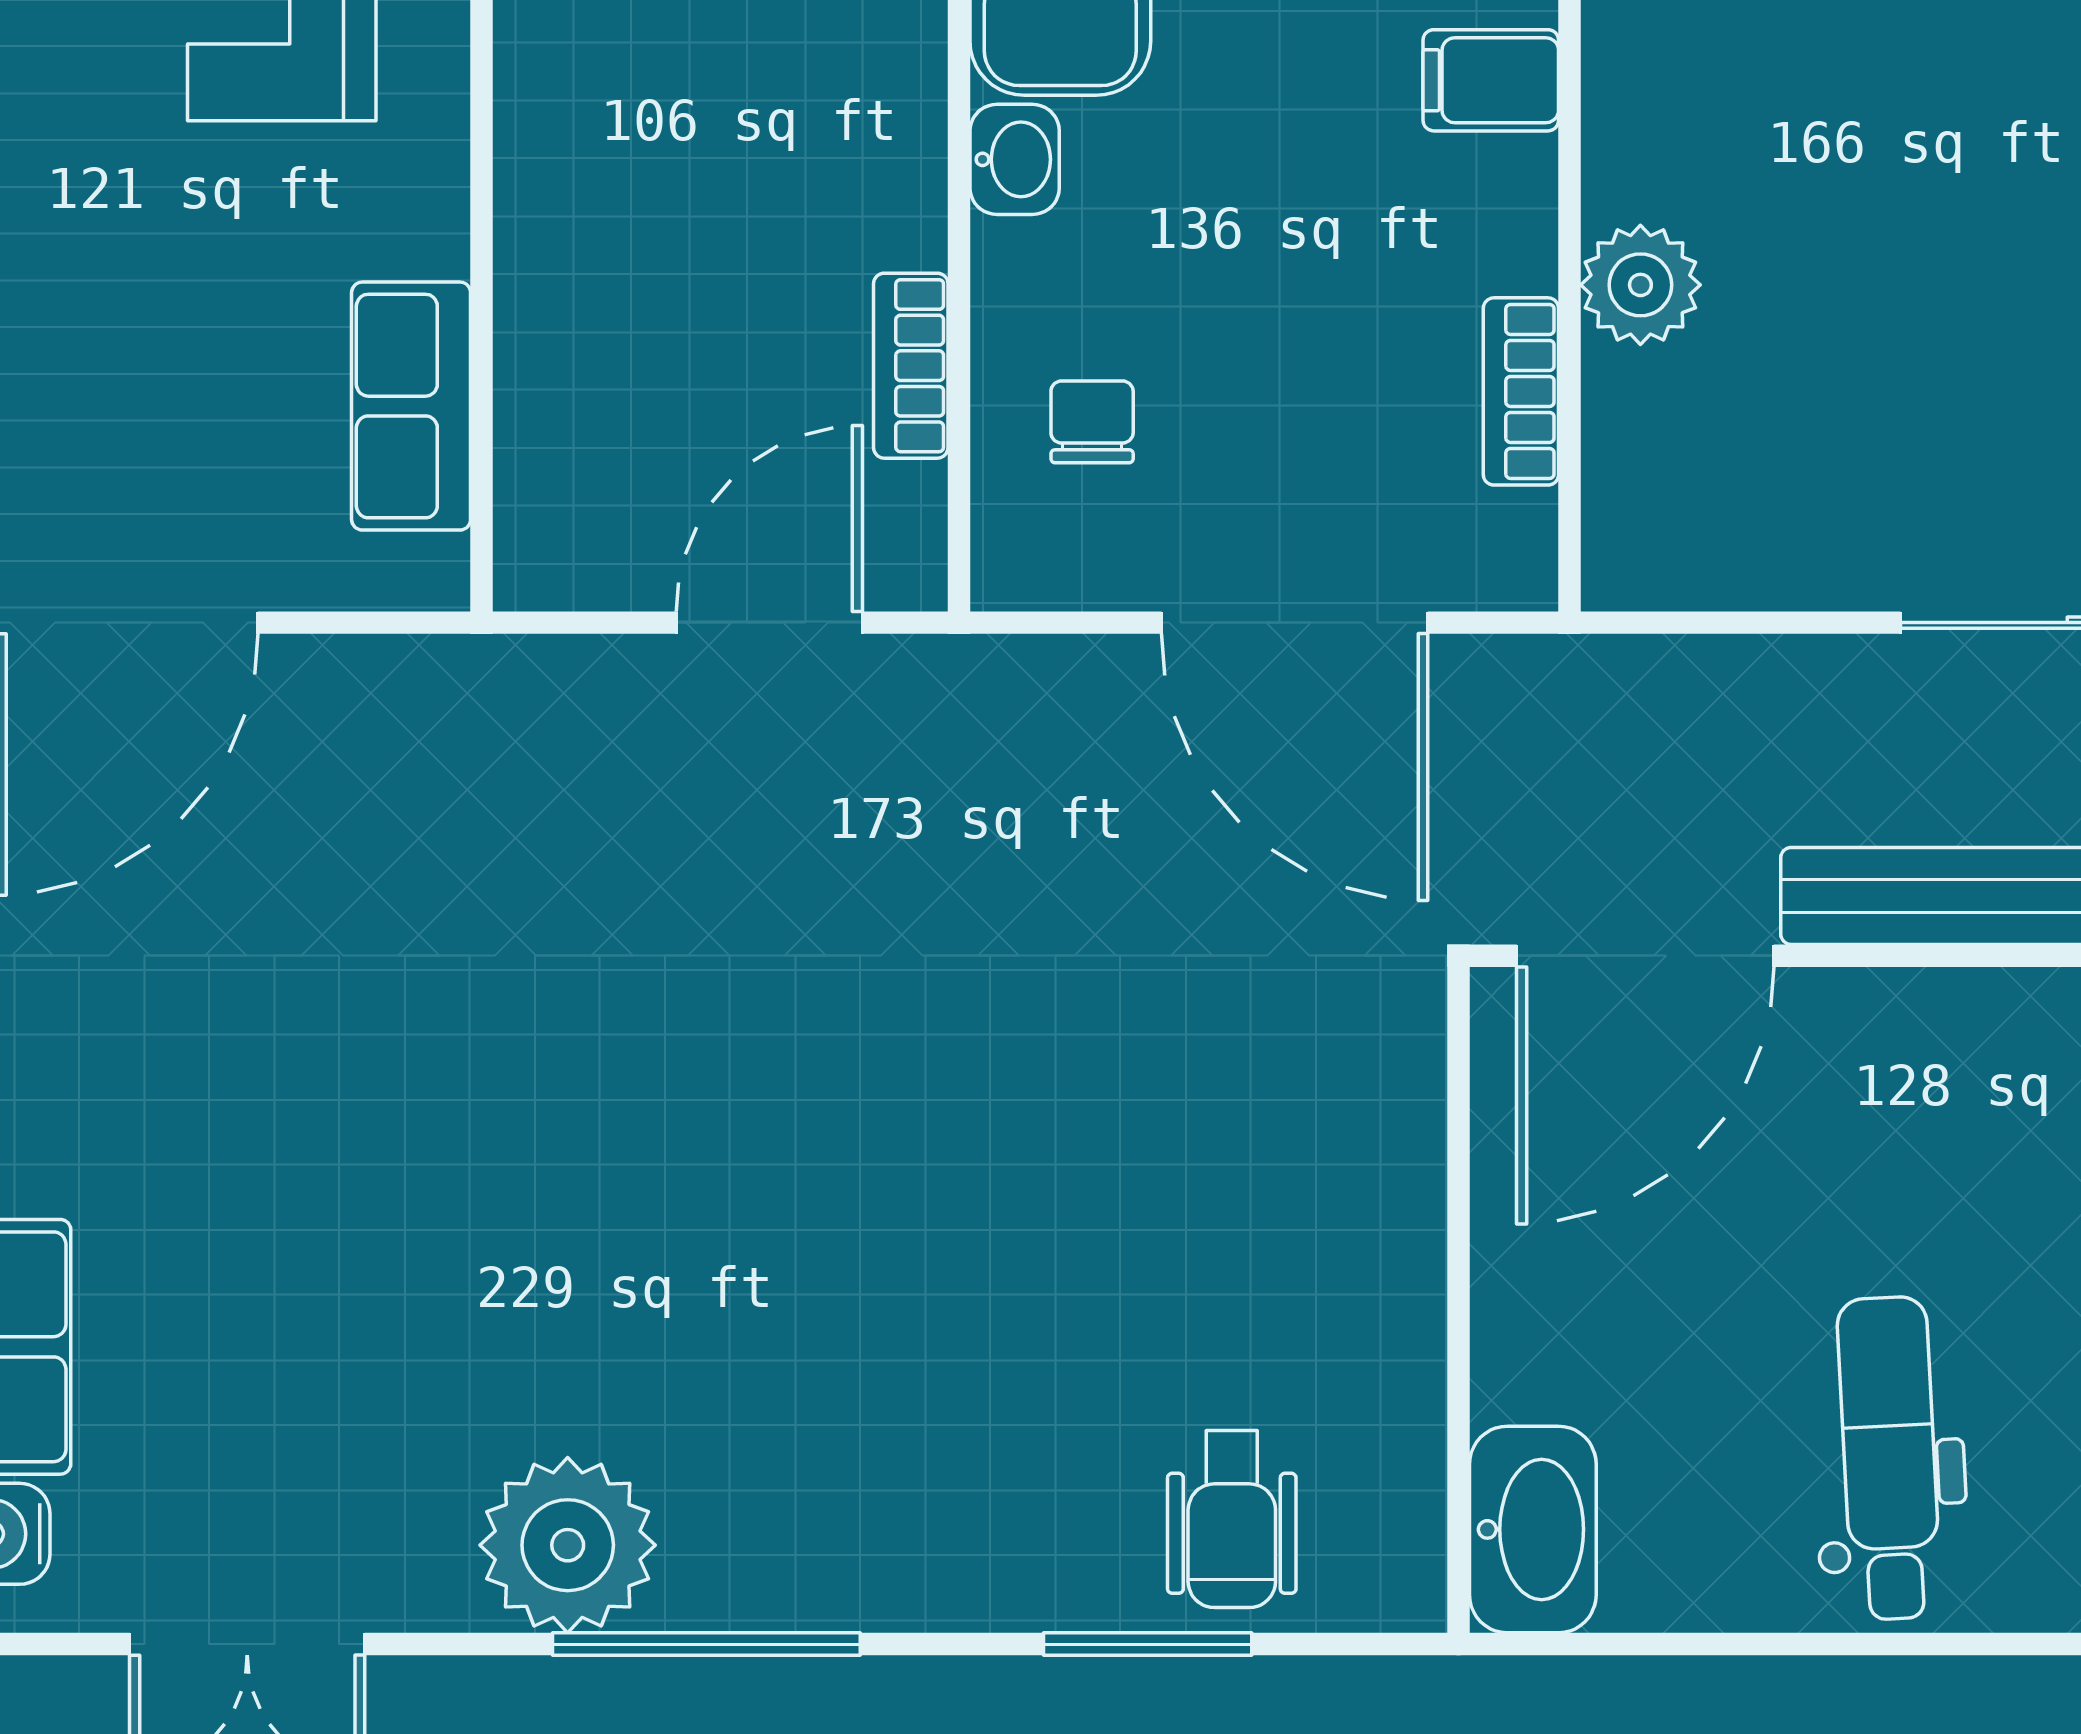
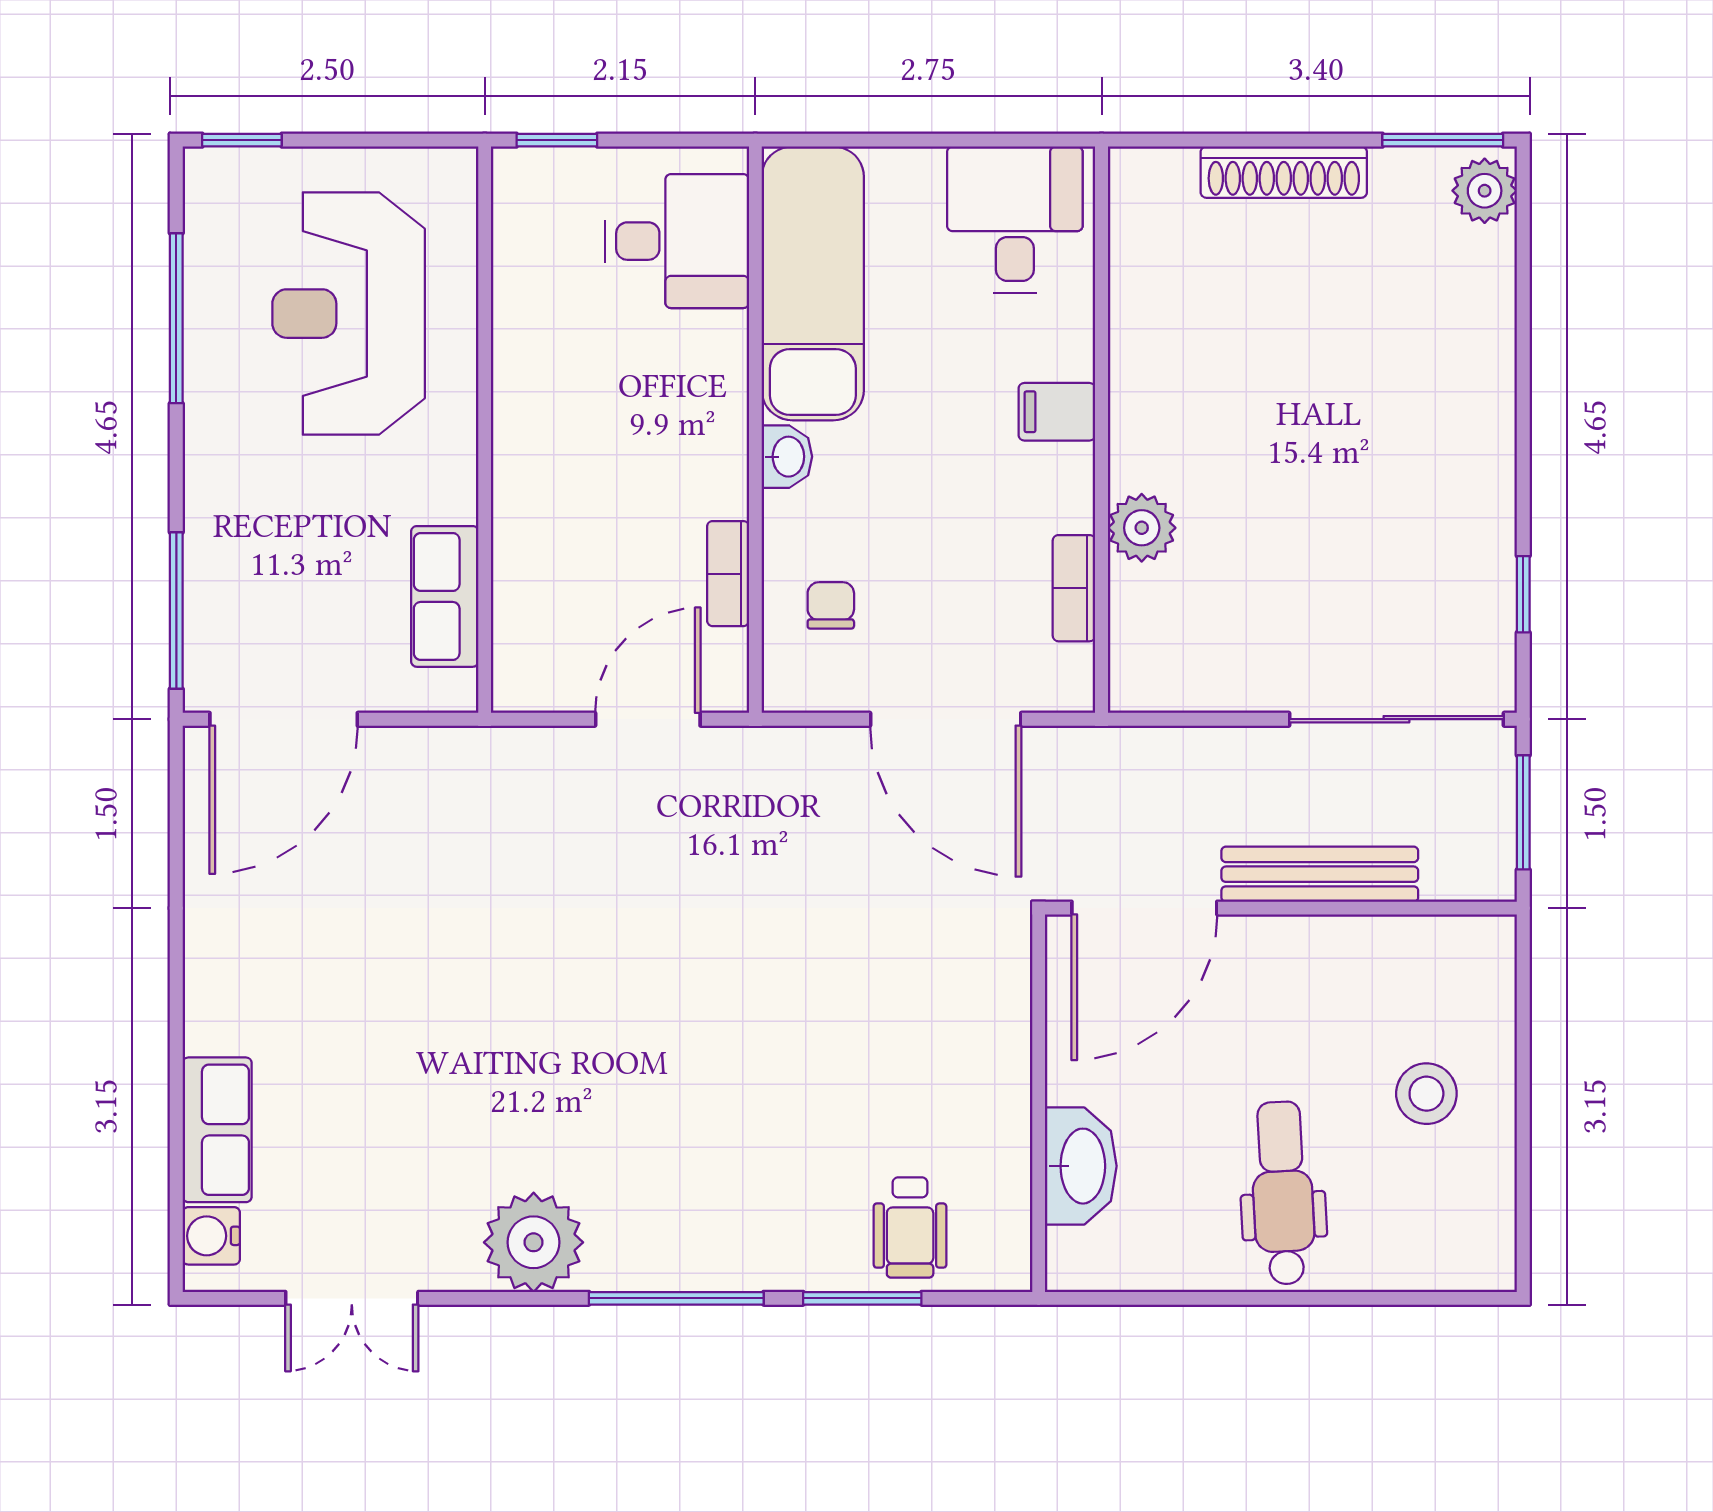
washbasin: (1533, 1529) -> (1081, 1166), moved
window: (706, 1644) -> (676, 1298), moved

